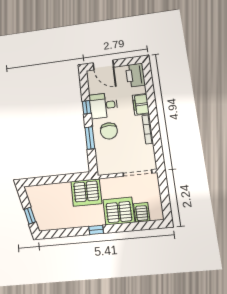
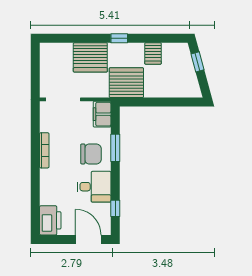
filing cabinet: (141, 104) -> (102, 114), moved, turned 180
window: (87, 107) -> (115, 208), moved
chair: (109, 131) -> (91, 154), turned 90
server rack: (142, 212) -> (153, 53), moved

